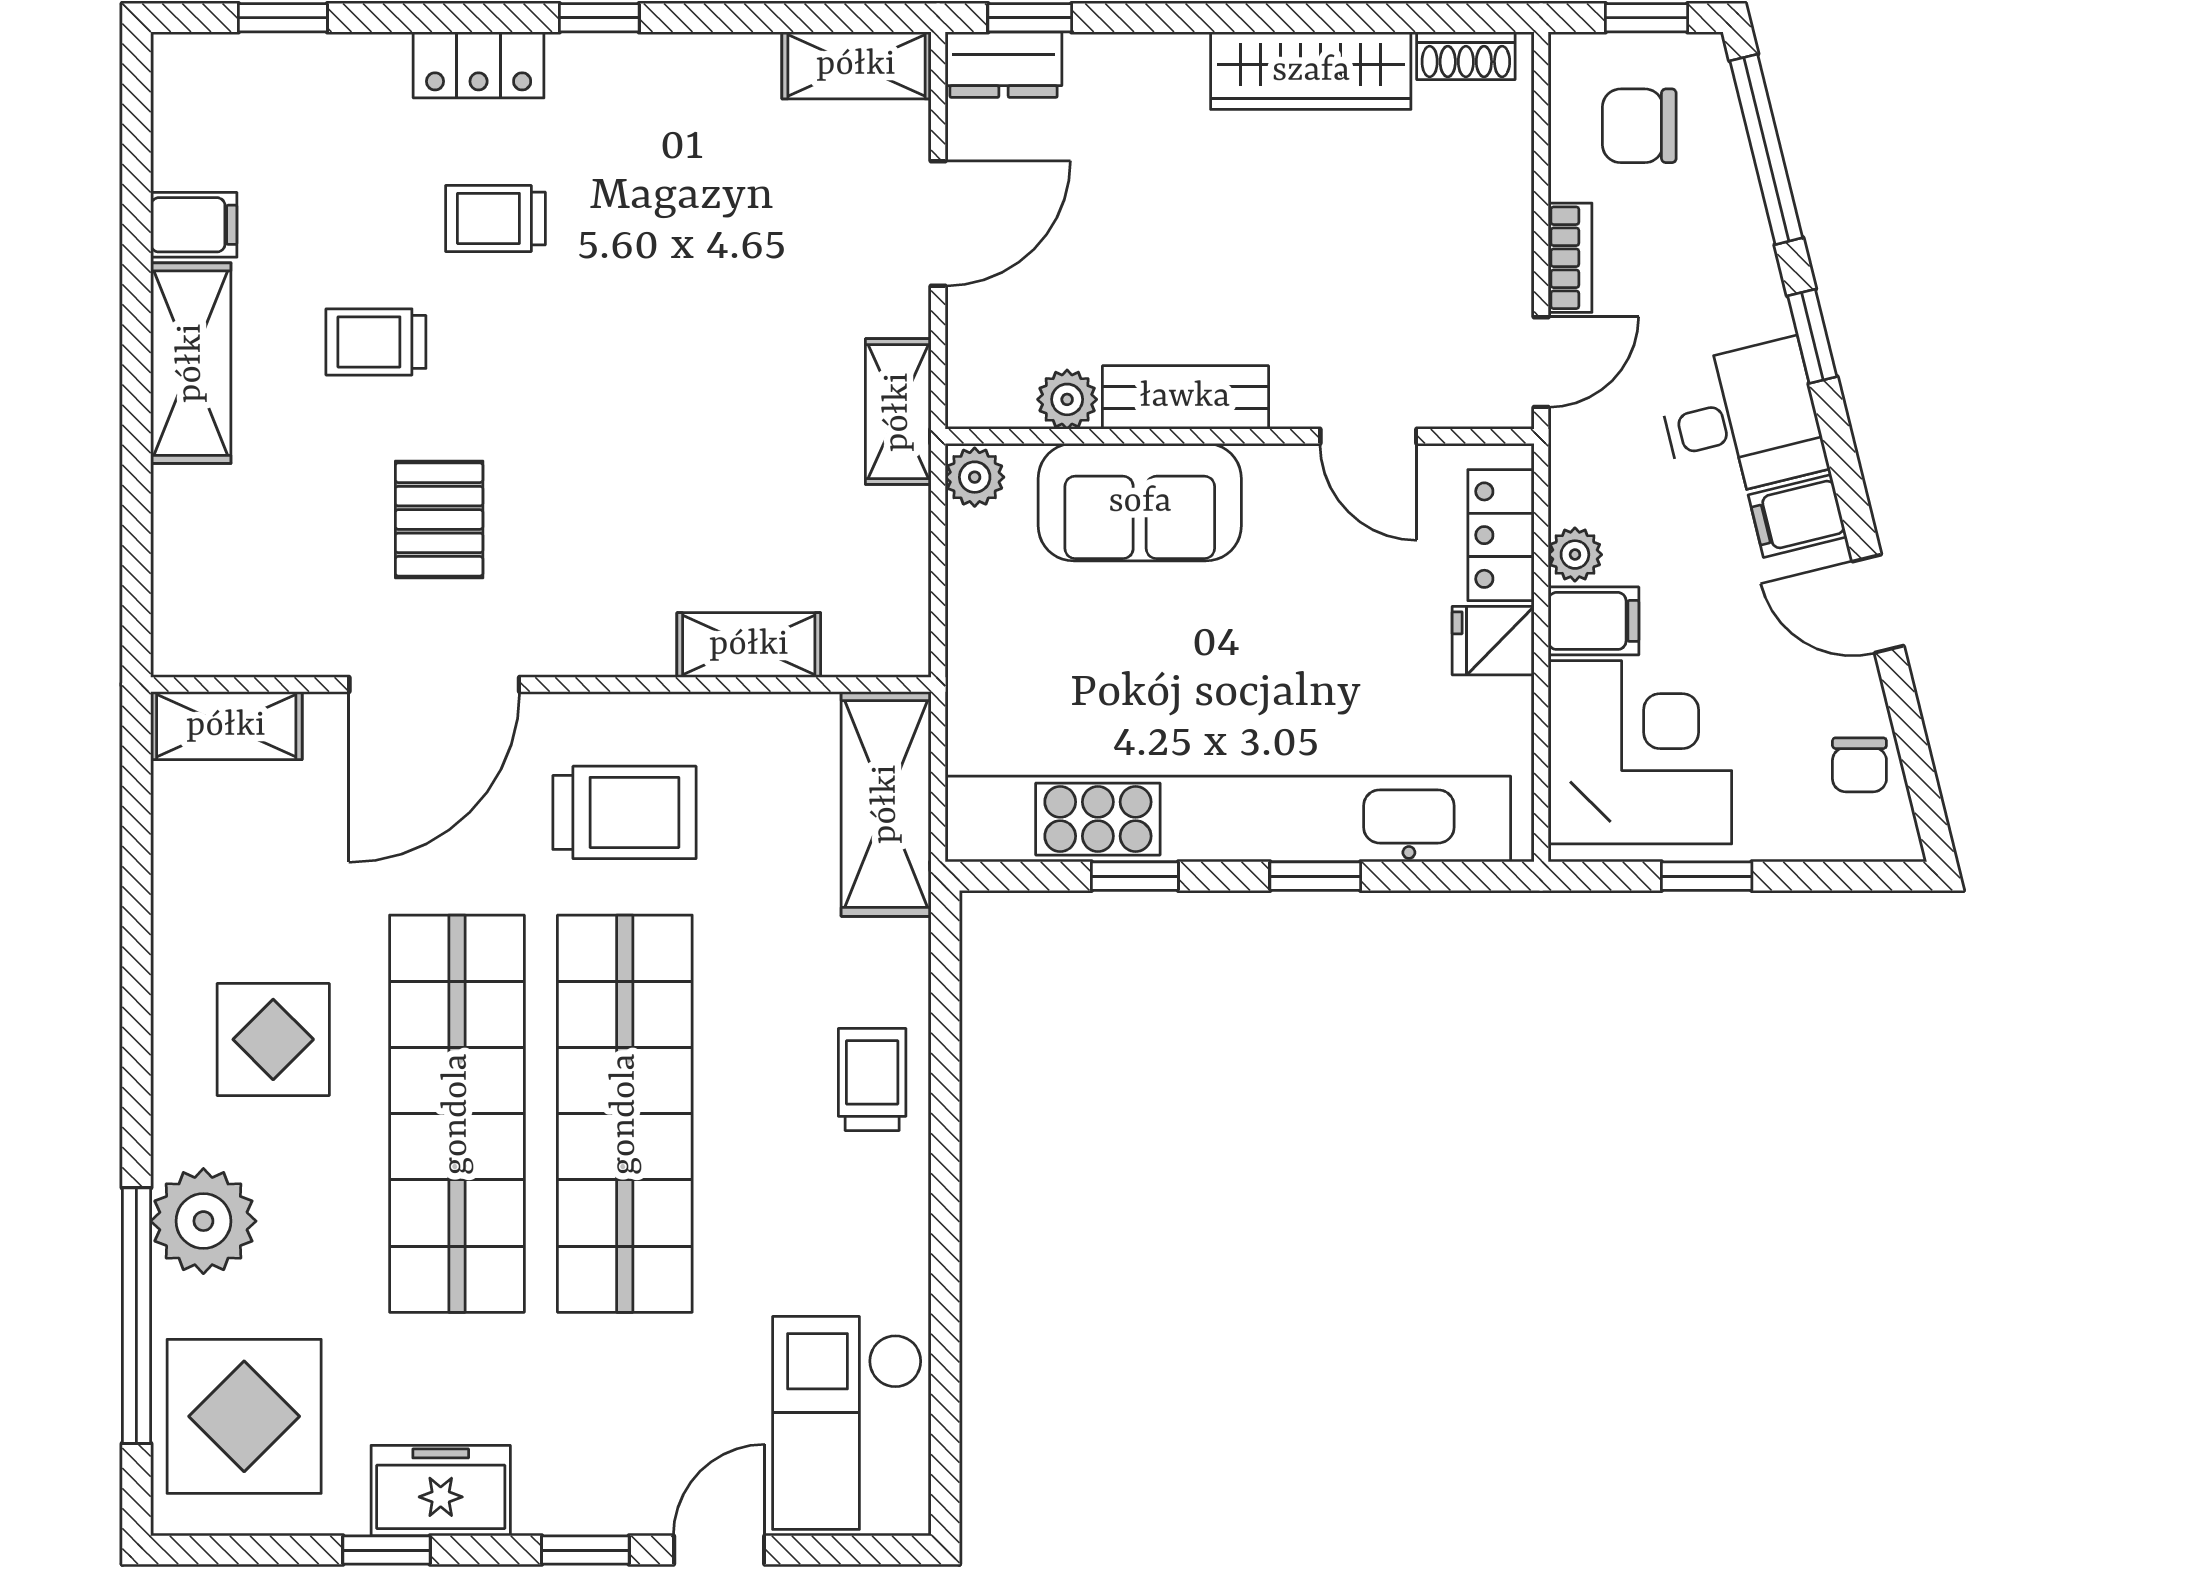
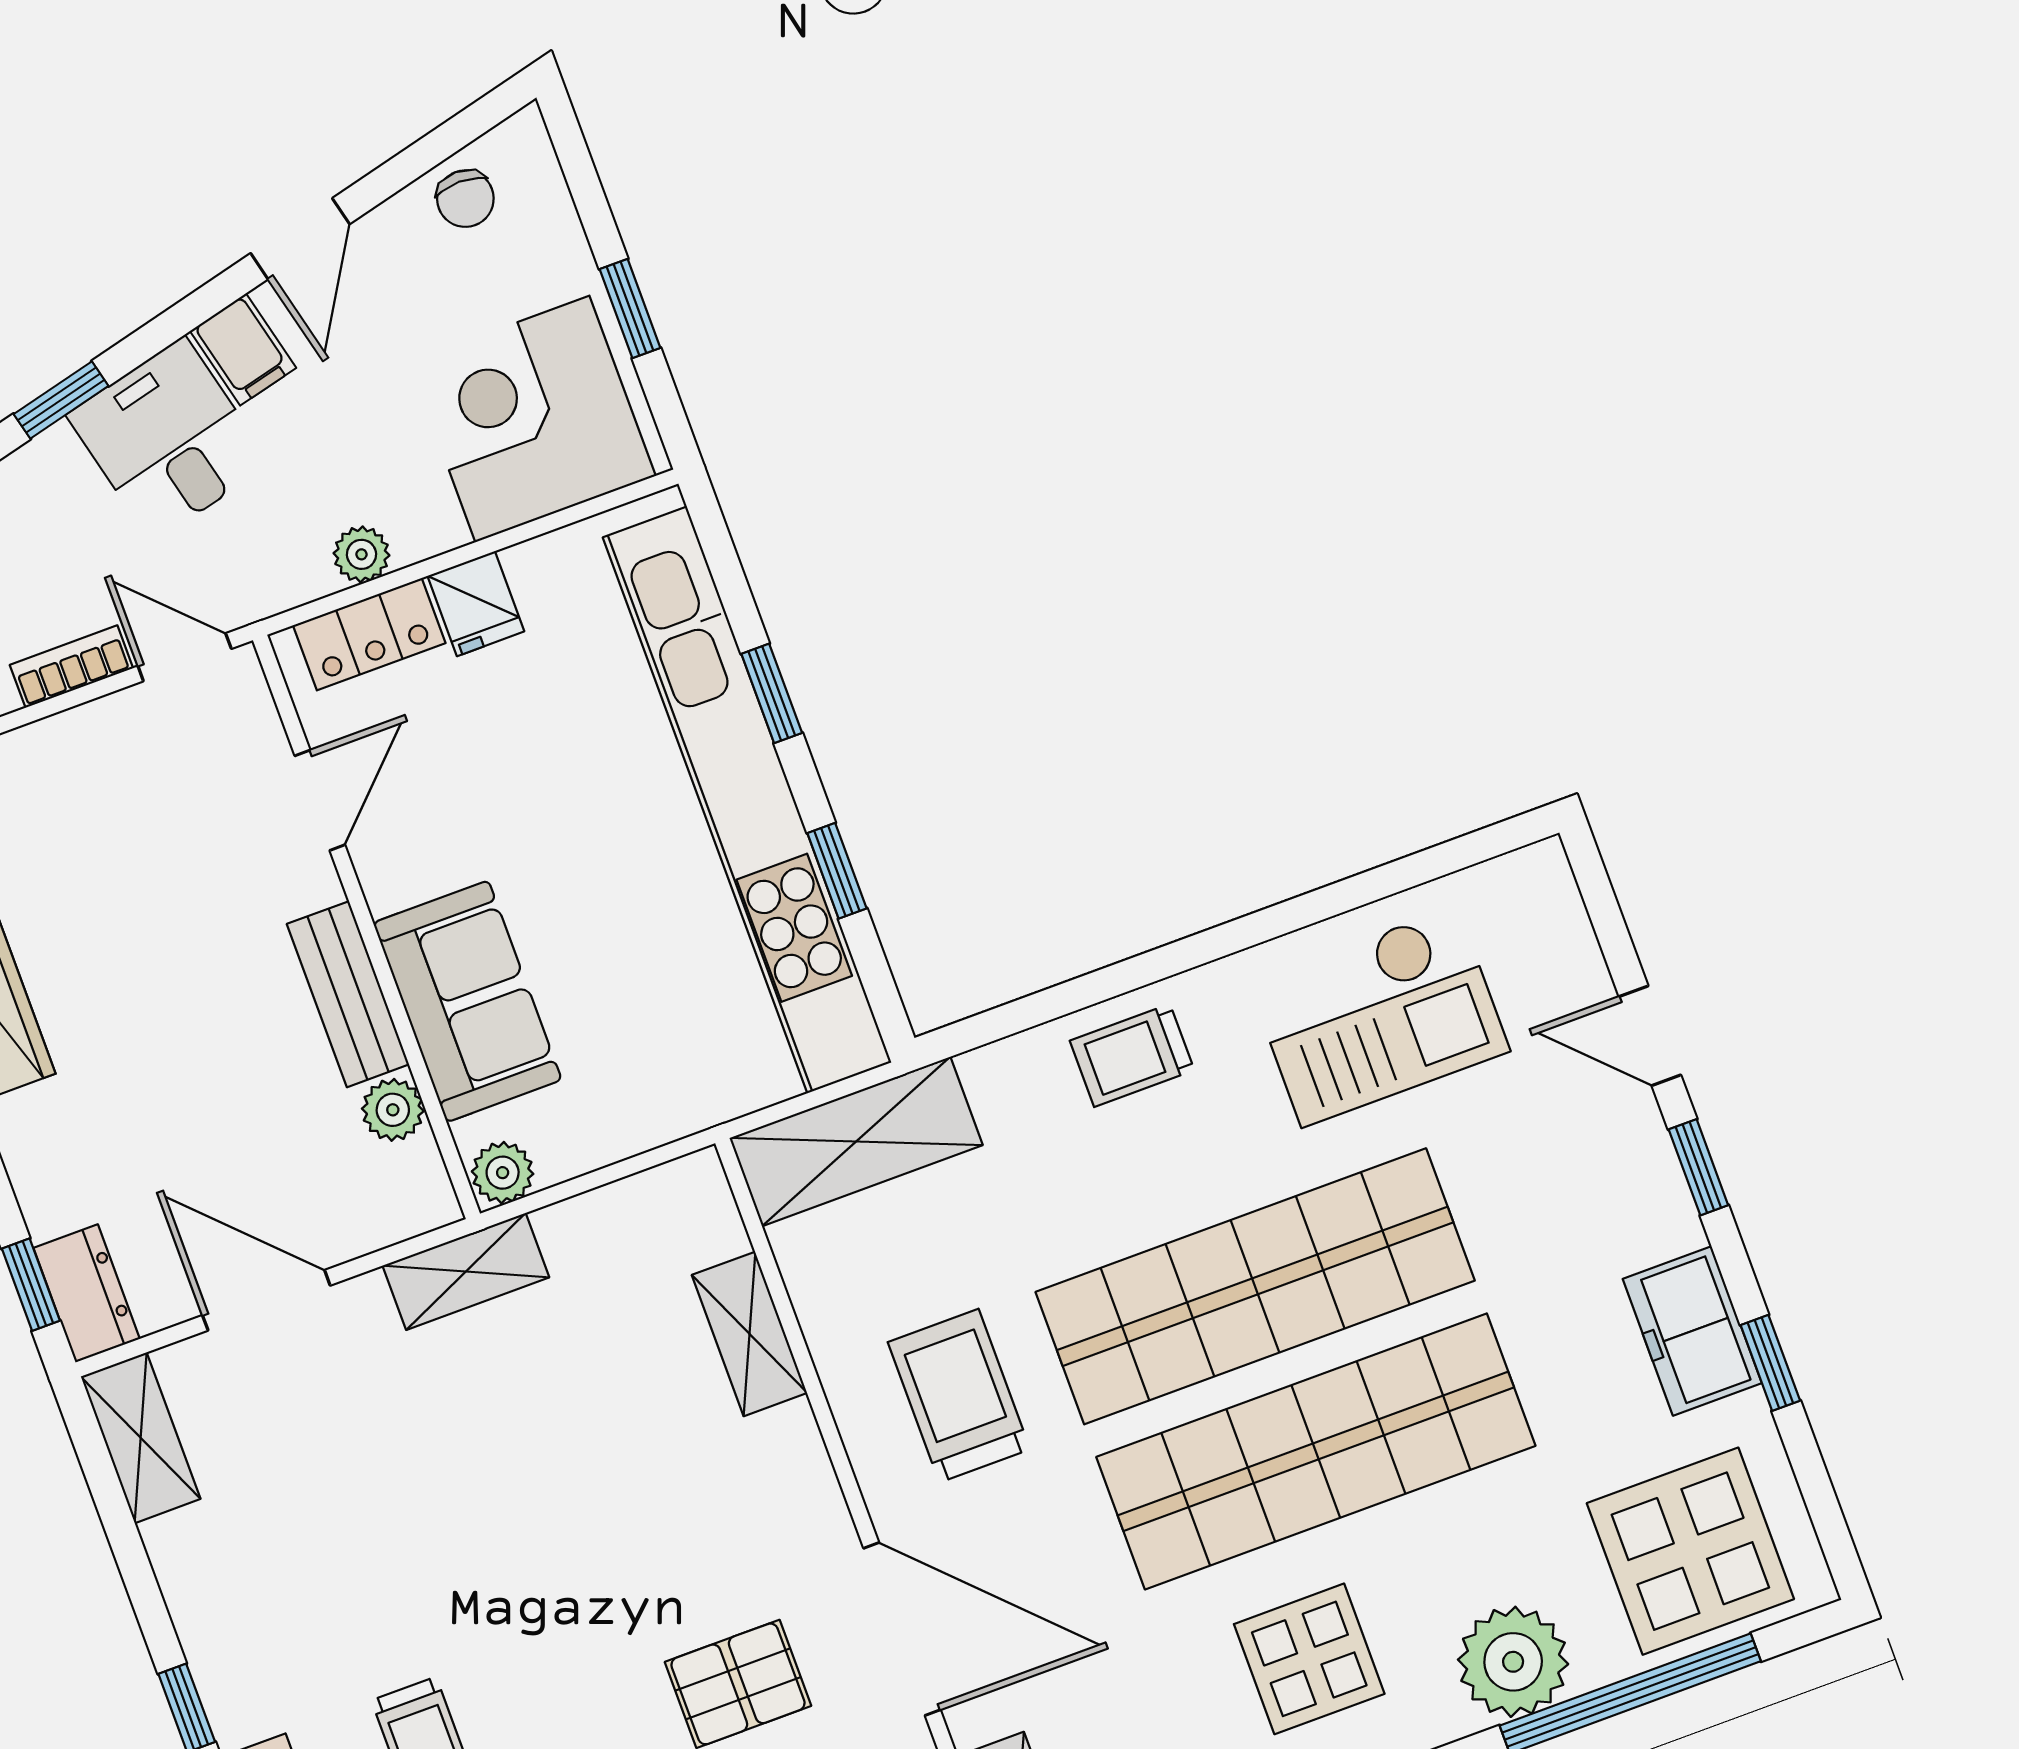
filing cabinet: (1593, 621) -> (420, 512), removed
chair: (1859, 765) -> (465, 199), turned 90
checkout: (847, 1423) -> (1379, 1016), moved

